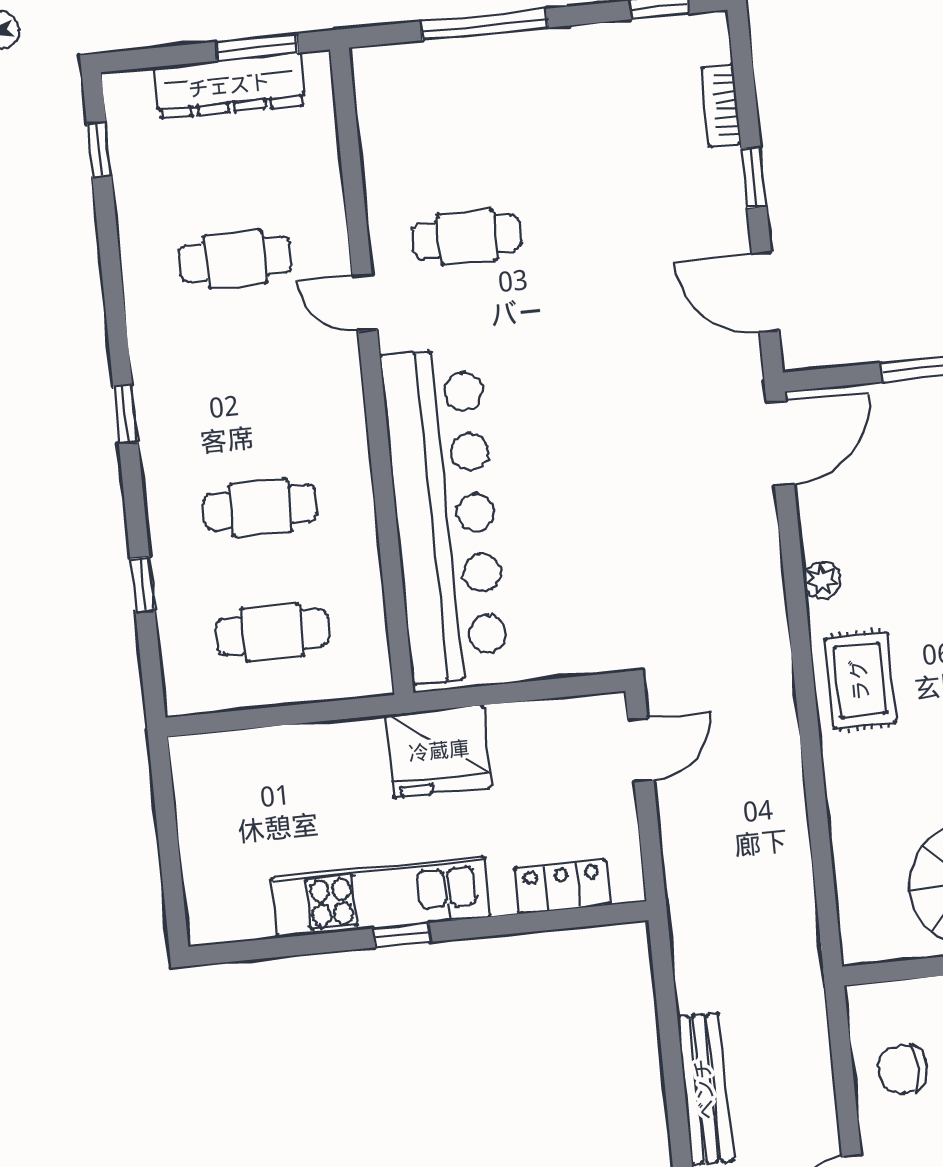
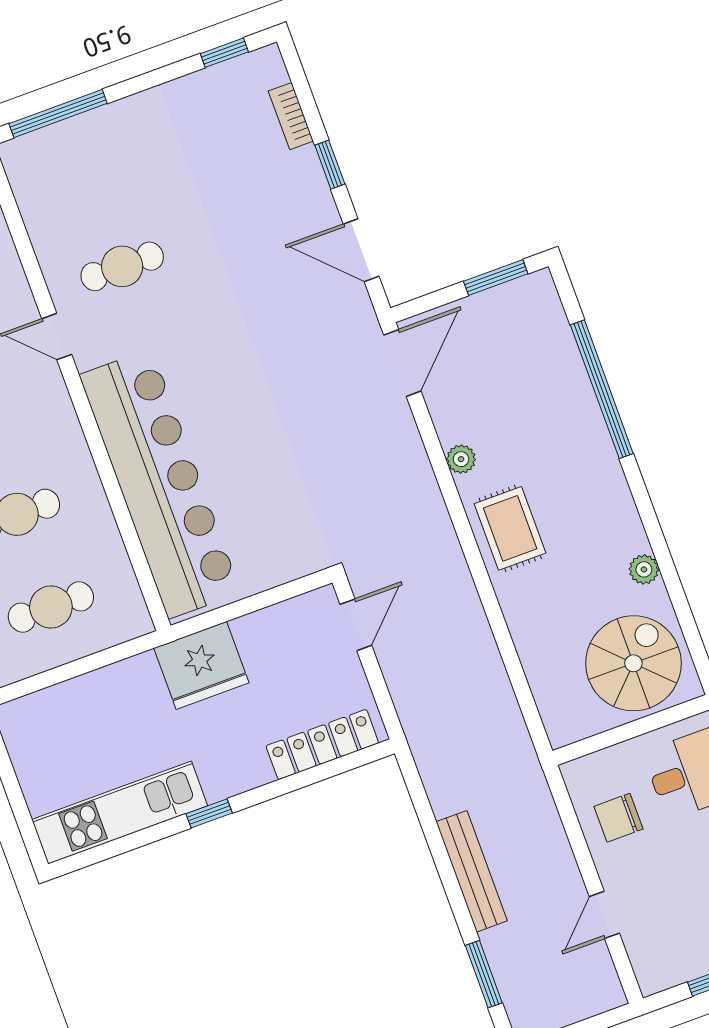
window: (484, 25) -> (58, 114), moved
locker: (562, 886) -> (322, 744), width x1.53
kitchen unit: (381, 897) -> (120, 813), moved

